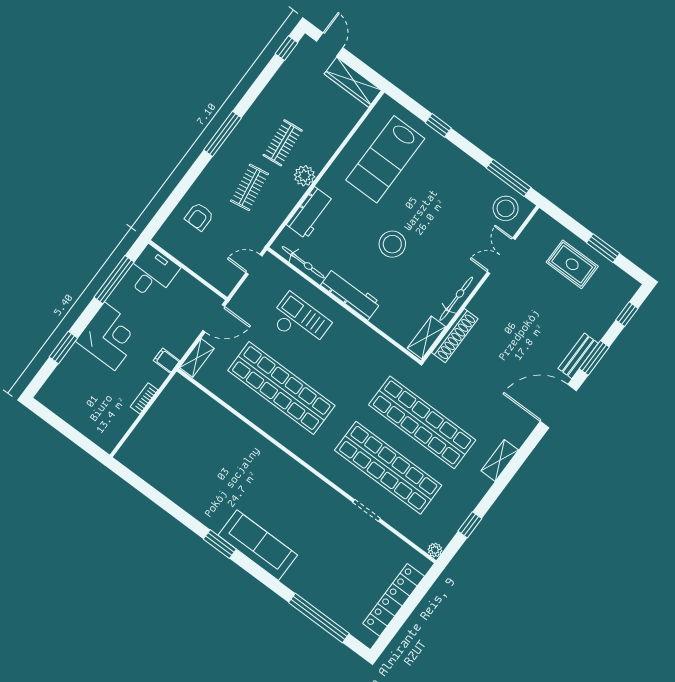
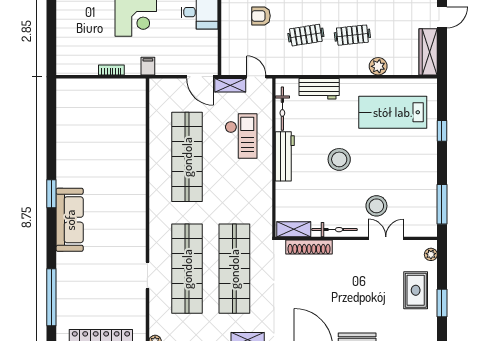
plant: (305, 176) -> (378, 66), moved
stool: (506, 208) -> (376, 206), moved
plant: (549, 224) -> (431, 254), added
shelving: (197, 358) -> (230, 85), moved

